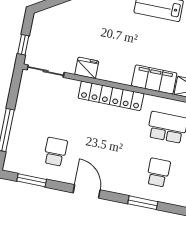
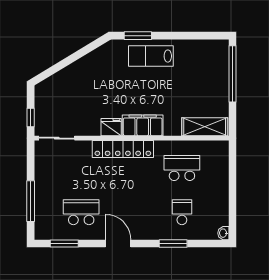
fridge: (87, 68) -> (111, 127), moved
filing cabinet: (154, 79) -> (143, 125), moved
school desk: (55, 152) -> (81, 212), width x1.85

